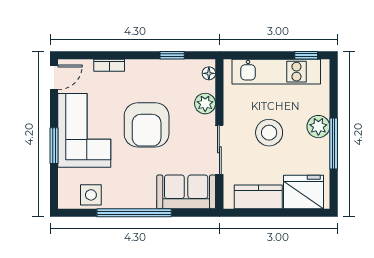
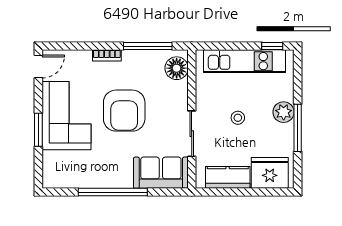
window: (172, 55) -> (148, 46), width x2.17
bookcase: (109, 65) -> (107, 55), moved
floor lamp: (209, 73) -> (177, 68), width x1.89, depth x1.89
plant: (205, 104) -> (178, 91), removed
stool: (269, 133) -> (238, 118), width x0.53, depth x0.53
side table: (91, 195) -> (73, 176), removed

